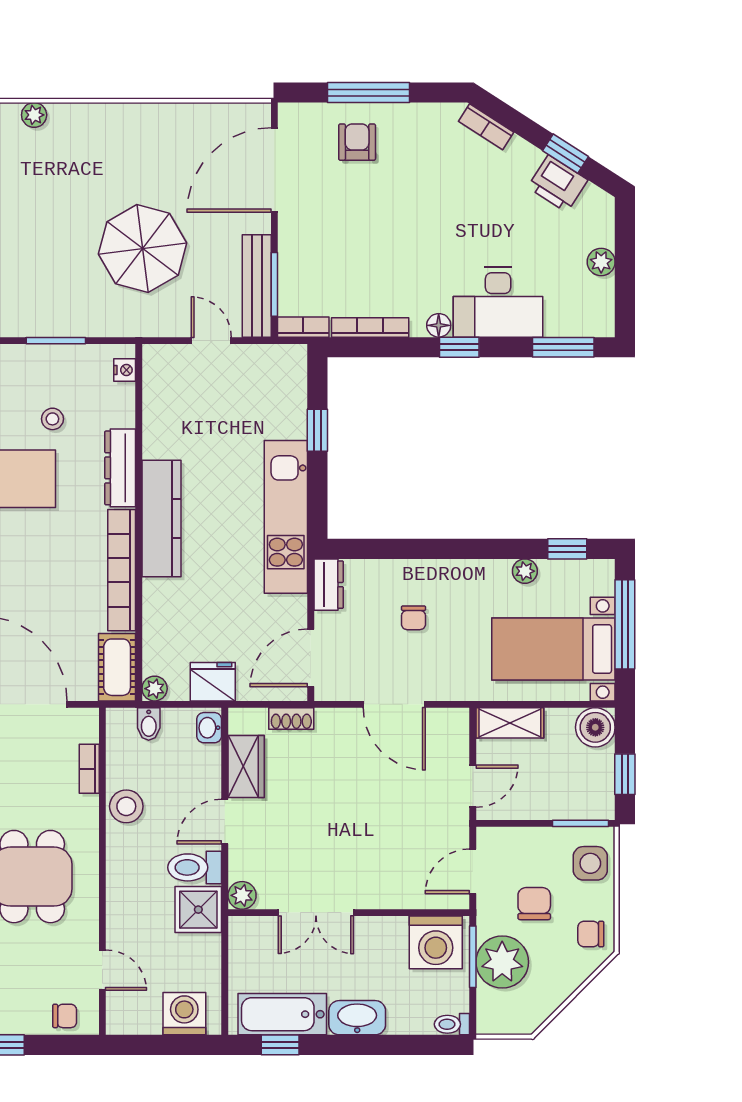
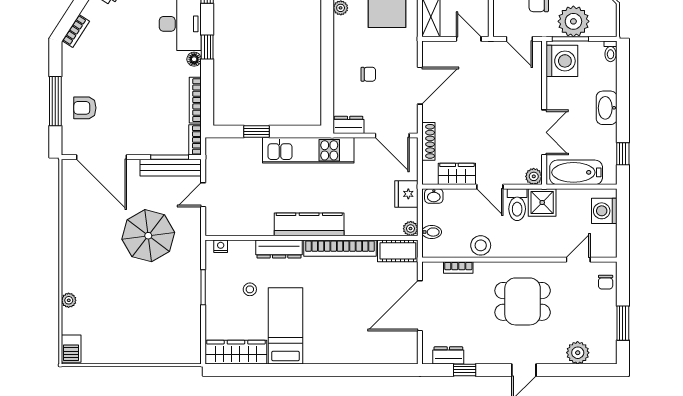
shoe rack: (291, 718) -> (428, 141), width x1.43
bathtub: (282, 1014) -> (576, 172), moved, turned 90
chair: (65, 1016) -> (606, 282), turned 180

